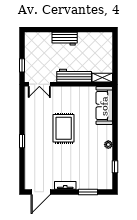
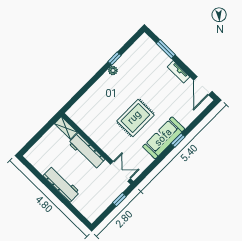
workbench: (65, 39) -> (62, 184), width x1.38
sofa: (104, 106) -> (164, 138), moved, turned 180
window: (115, 167) -> (114, 59), moved
door: (41, 192) -> (203, 86), swing flipped

